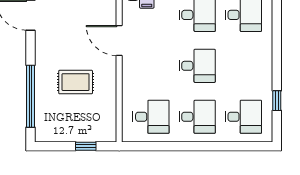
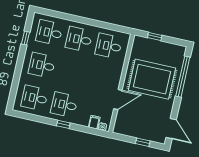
door: (119, 40) -> (118, 100), hinge flipped
desk: (197, 66) -> (42, 65), moved
rug: (76, 82) -> (152, 79), width x1.86, depth x2.06

